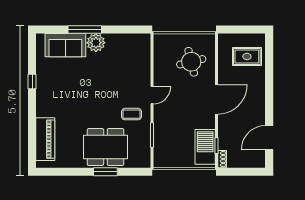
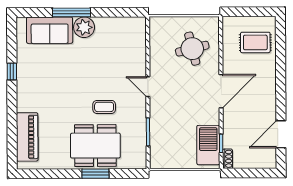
door: (152, 95) -> (148, 87), swing flipped
coffee table: (131, 114) -> (104, 107), moved

